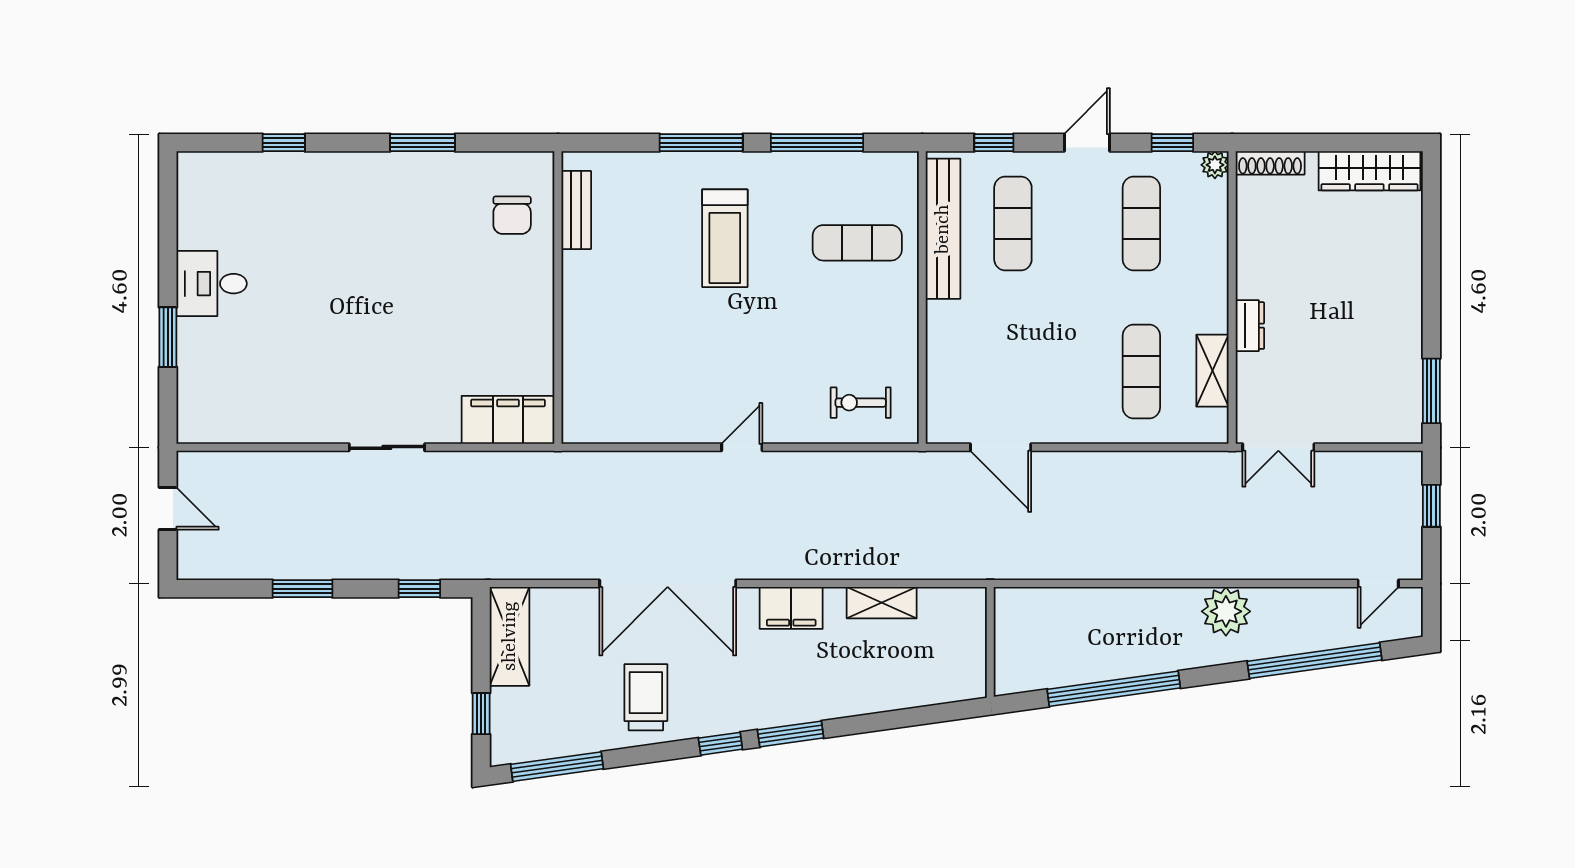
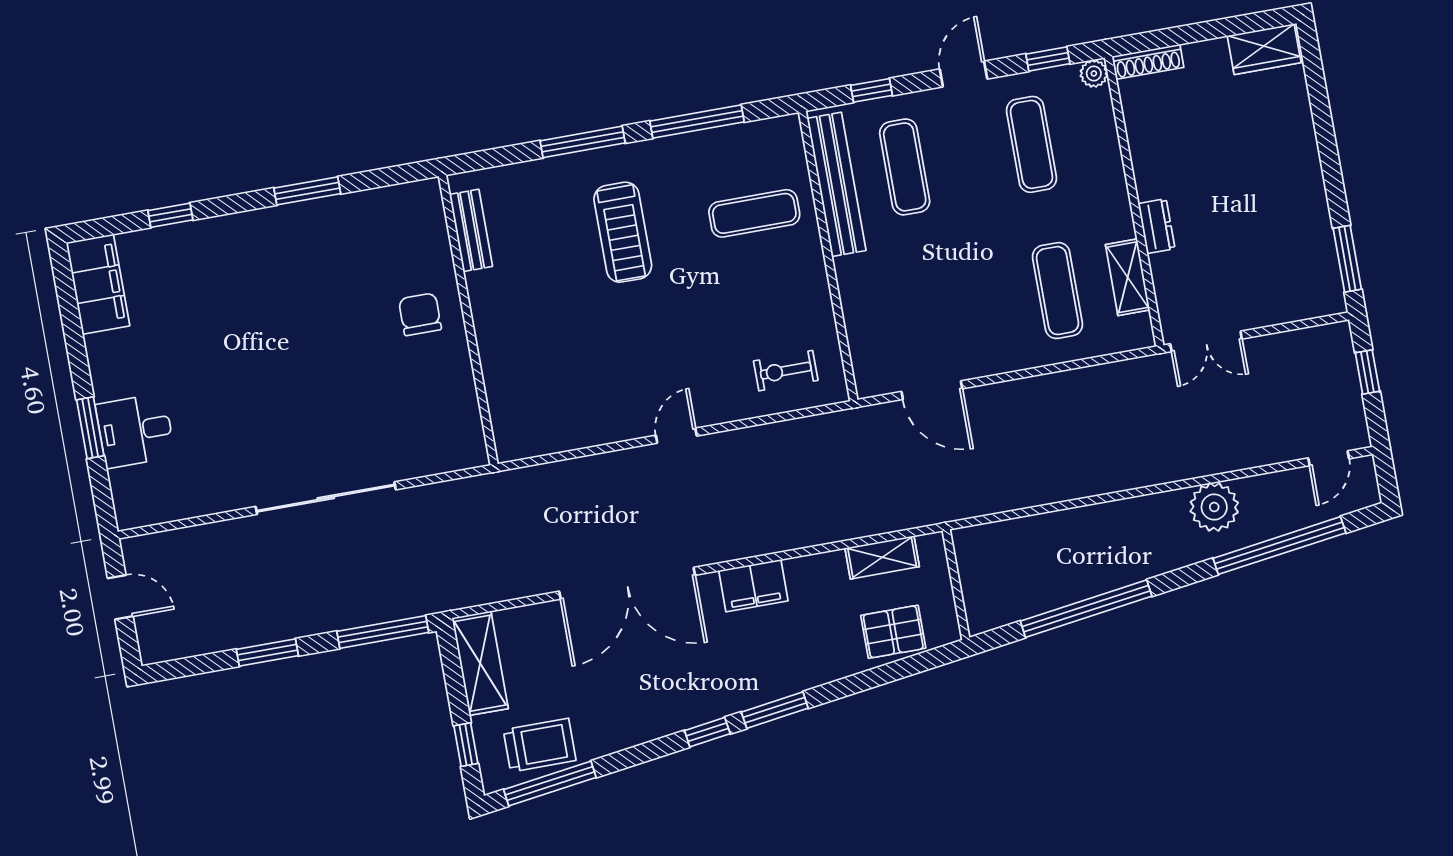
wardrobe: (1369, 171) -> (1264, 49), width x0.67
chair: (512, 215) -> (420, 314), moved, turned 180
desk: (212, 284) -> (135, 431), moved
filing cabinet: (508, 420) -> (98, 284), moved, turned 90
sliding door: (387, 447) -> (326, 498), width x1.86
window: (419, 589) -> (383, 632), width x2.17
shelving: (882, 603) -> (882, 557), moved
plant: (1226, 611) -> (1214, 507), moved
pallet: (920, 678) -> (893, 632), added
trolley: (646, 697) -> (540, 745), moved, turned 90

